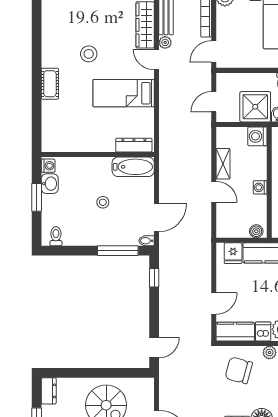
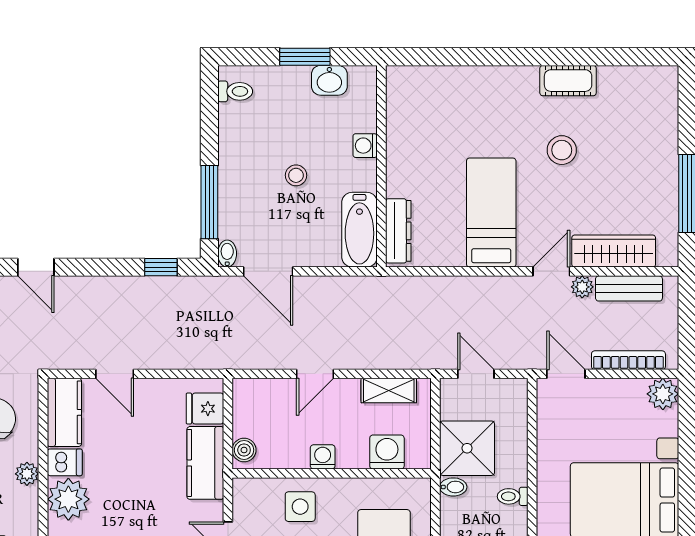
cot: (50, 84) -> (568, 81), moved
washing machine: (257, 136) -> (387, 452), moved
shelving: (223, 164) -> (389, 391), moved
washing machine: (48, 166) -> (365, 146), moved, turned 90

